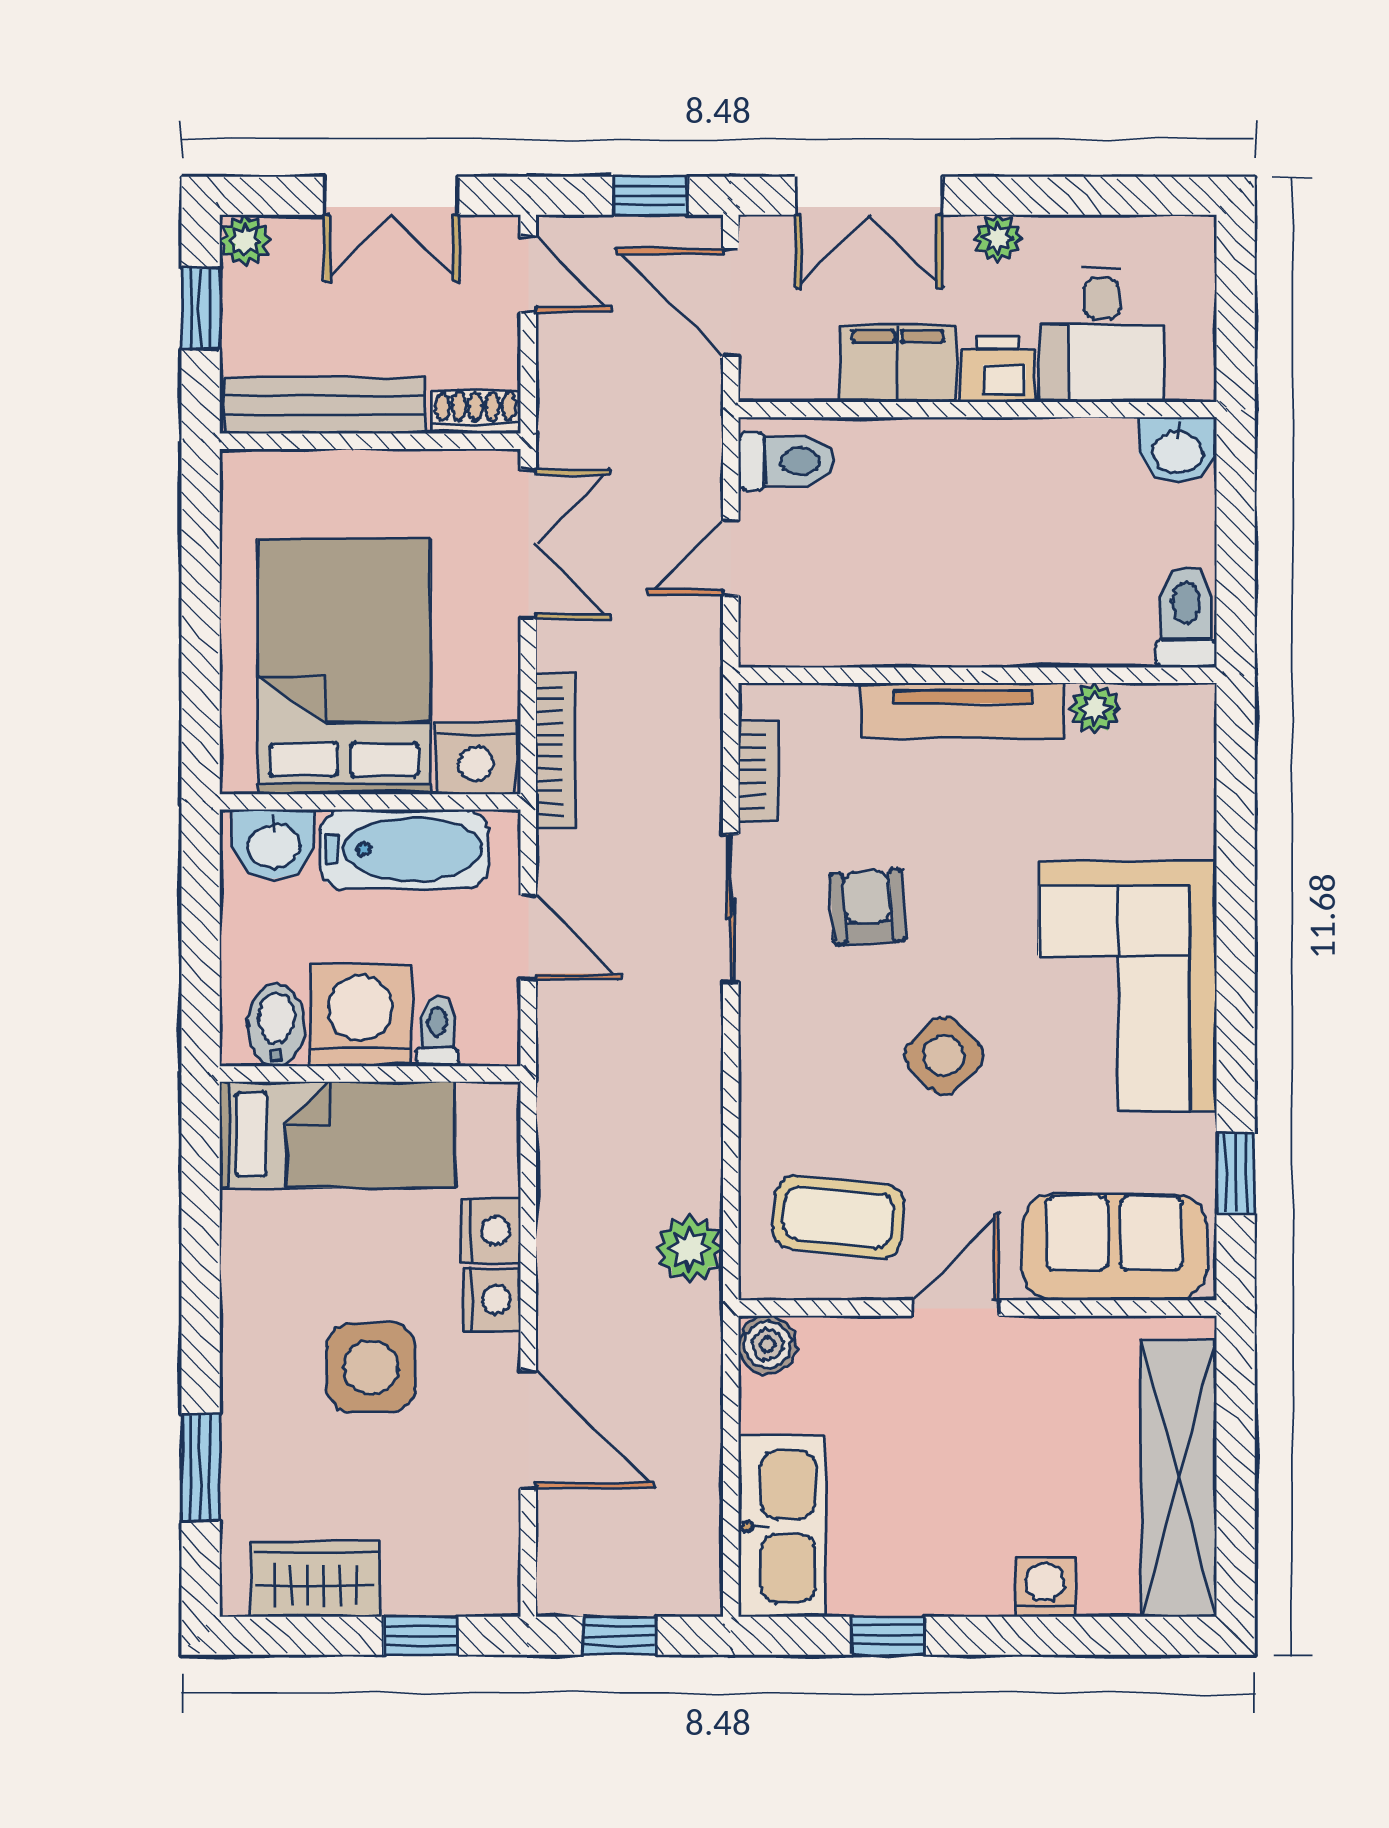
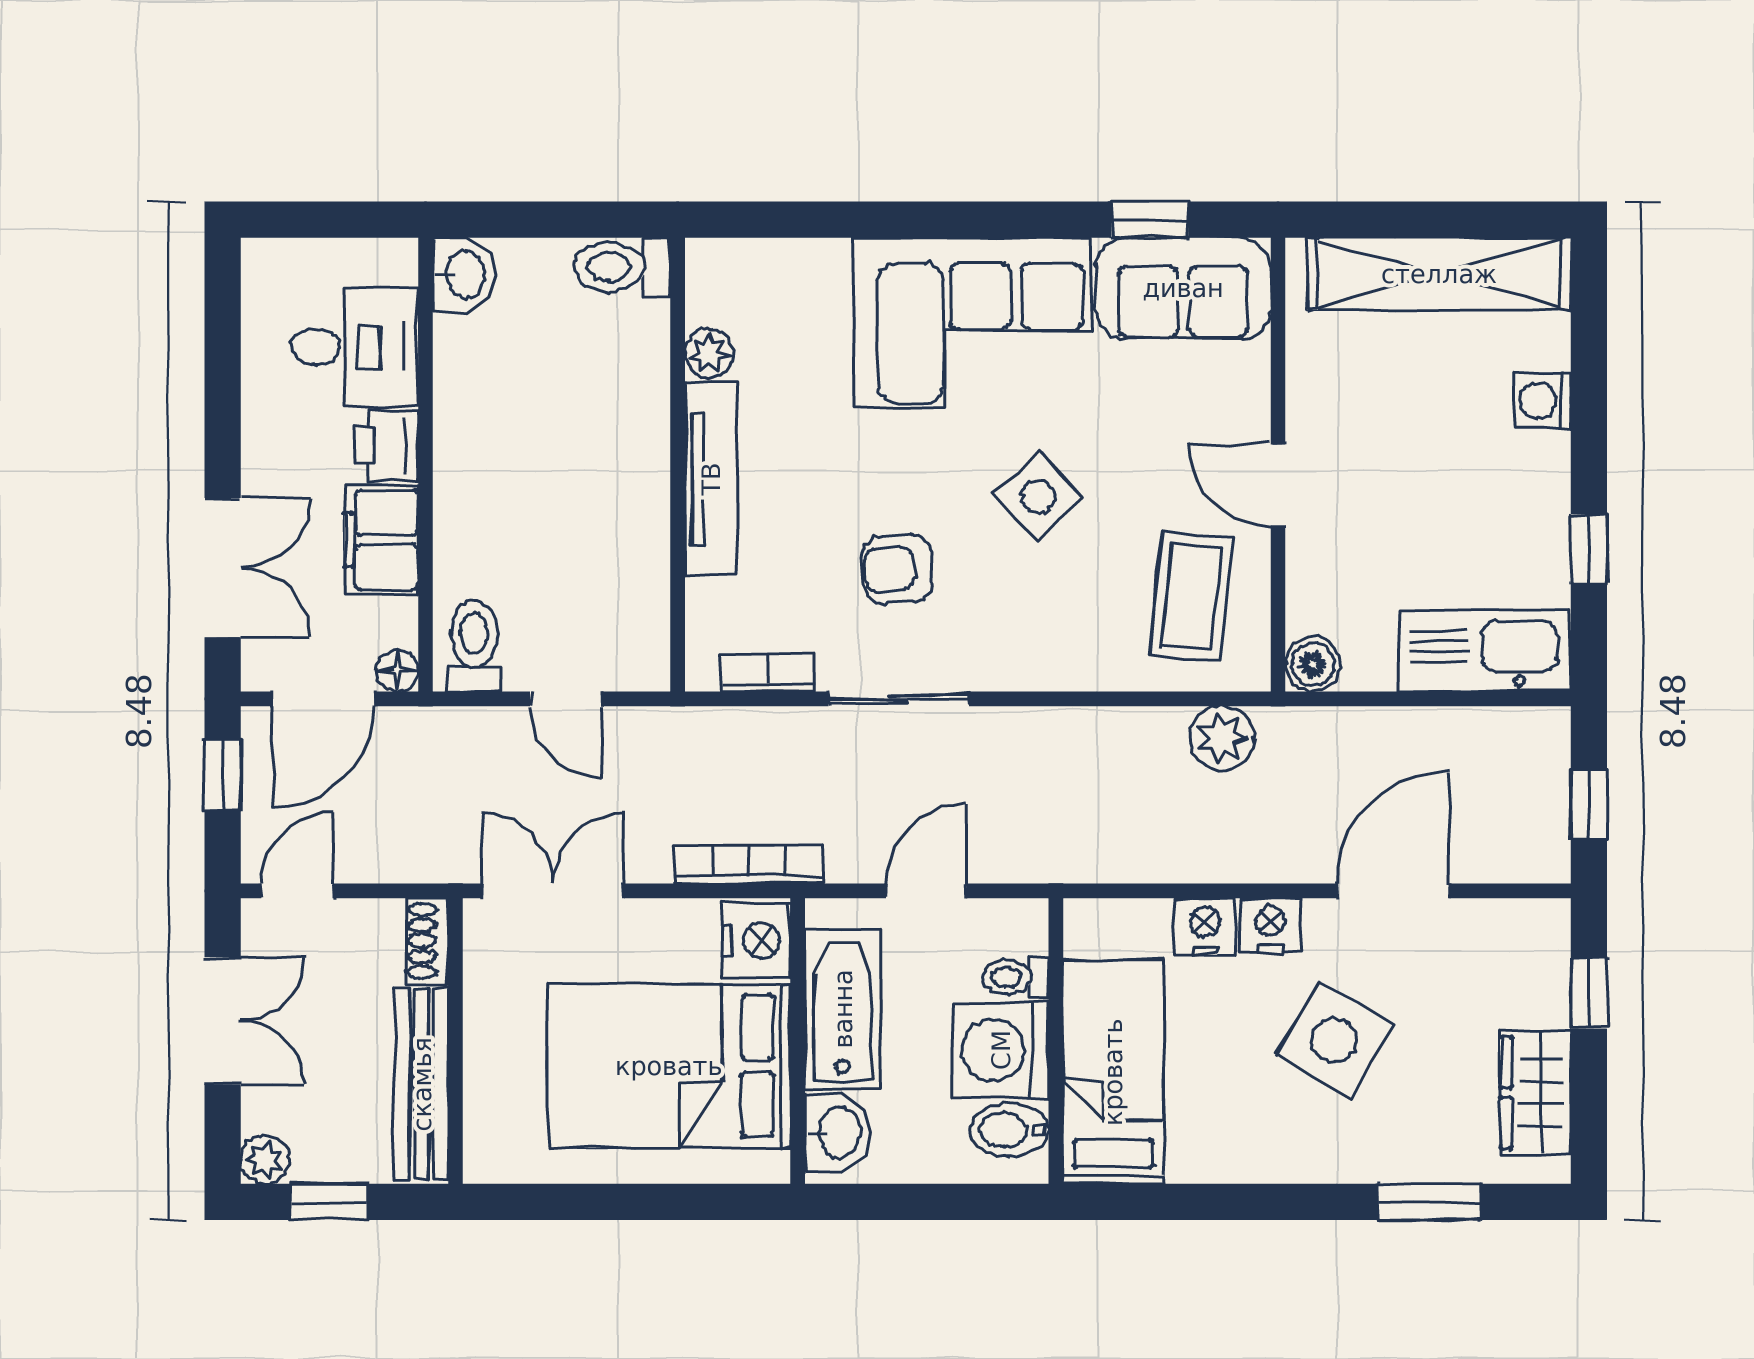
plant: (998, 238) -> (263, 445), removed
floor lamp: (760, 380) -> (397, 671), added
sofa: (1114, 1247) -> (1183, 288), moved, turned -90
side table: (371, 1367) -> (1334, 1040), turned 31

